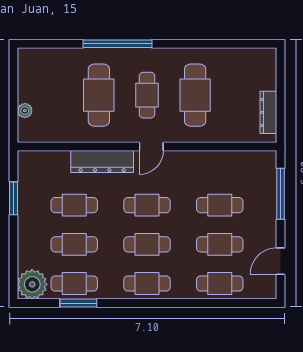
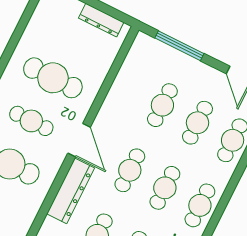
door: (151, 146) -> (79, 140), width x1.38

